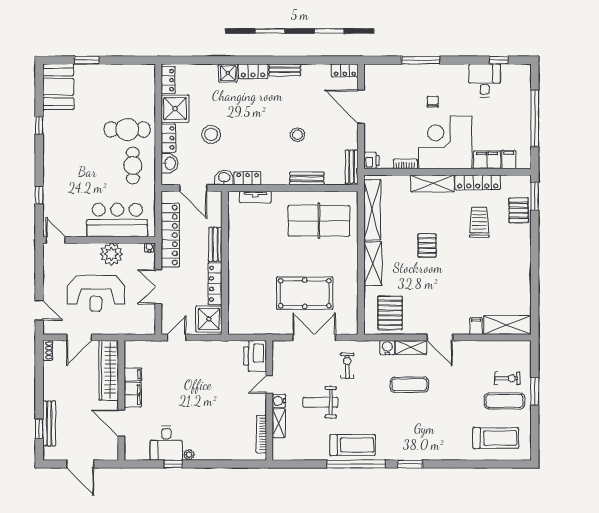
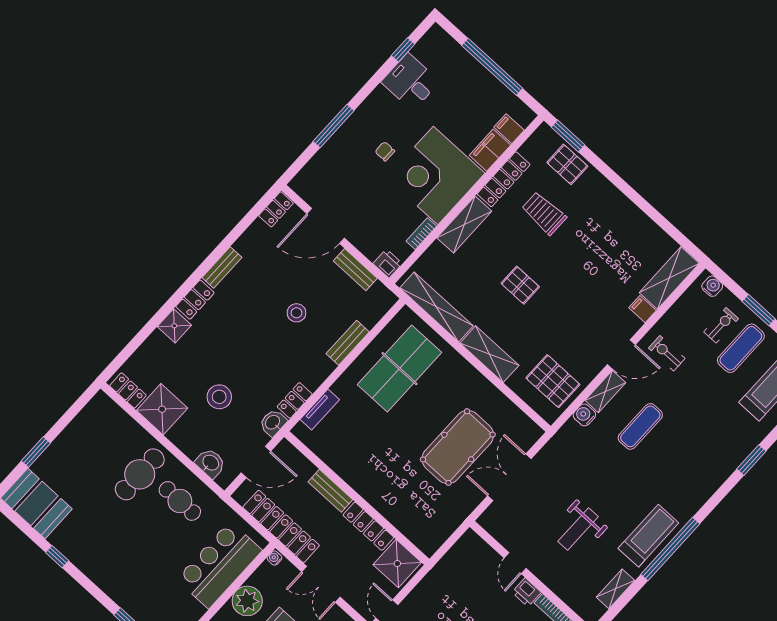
locker: (168, 138) -> (185, 442), removed
bench: (352, 167) -> (355, 270), moved
printer: (255, 356) -> (527, 592), moved, width x0.53, depth x0.68
exercise bike: (347, 366) -> (667, 353), moved
water cooler: (279, 401) -> (712, 286), moved, turned 180
shelving: (279, 423) -> (616, 589), moved, turned 90
window: (410, 464) -> (751, 460), moved

